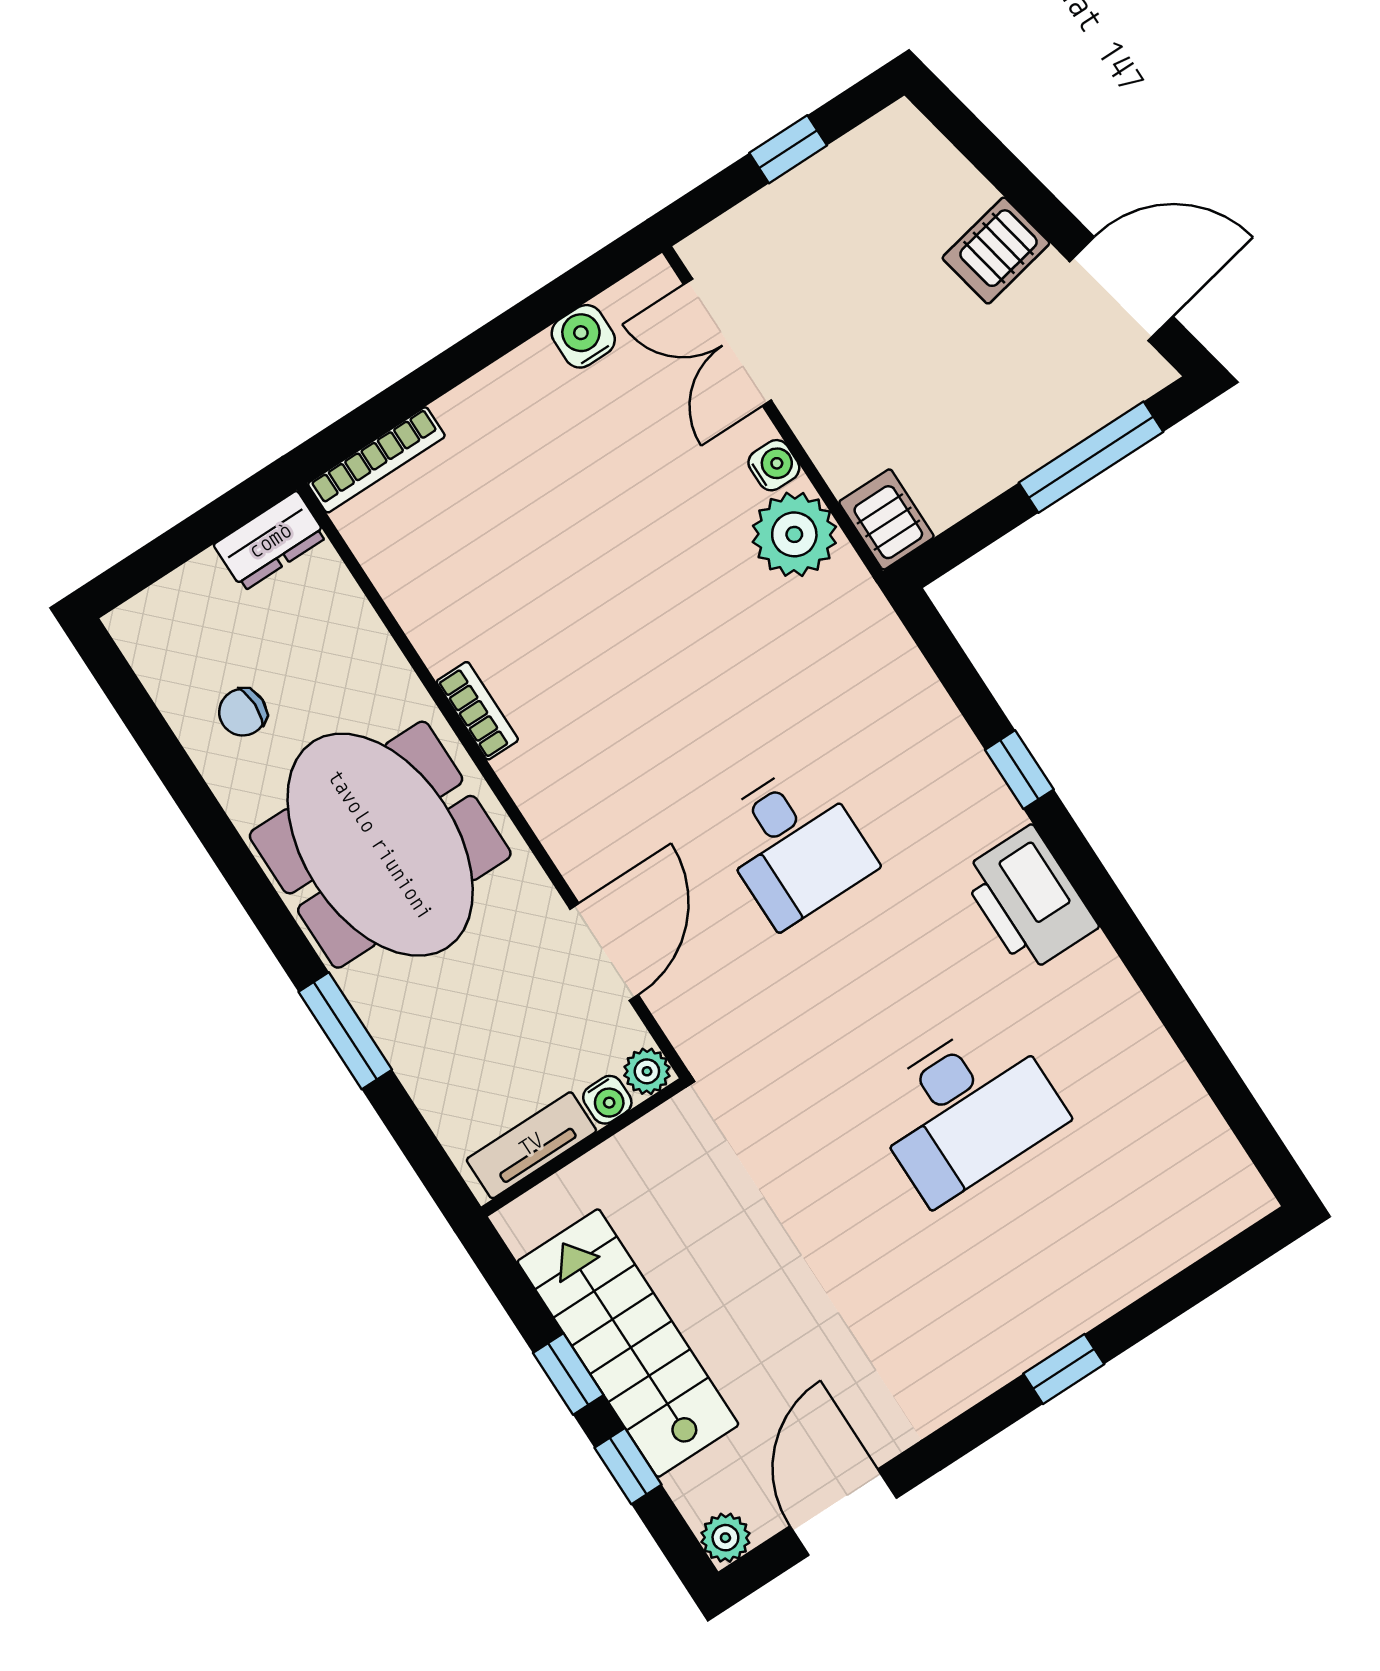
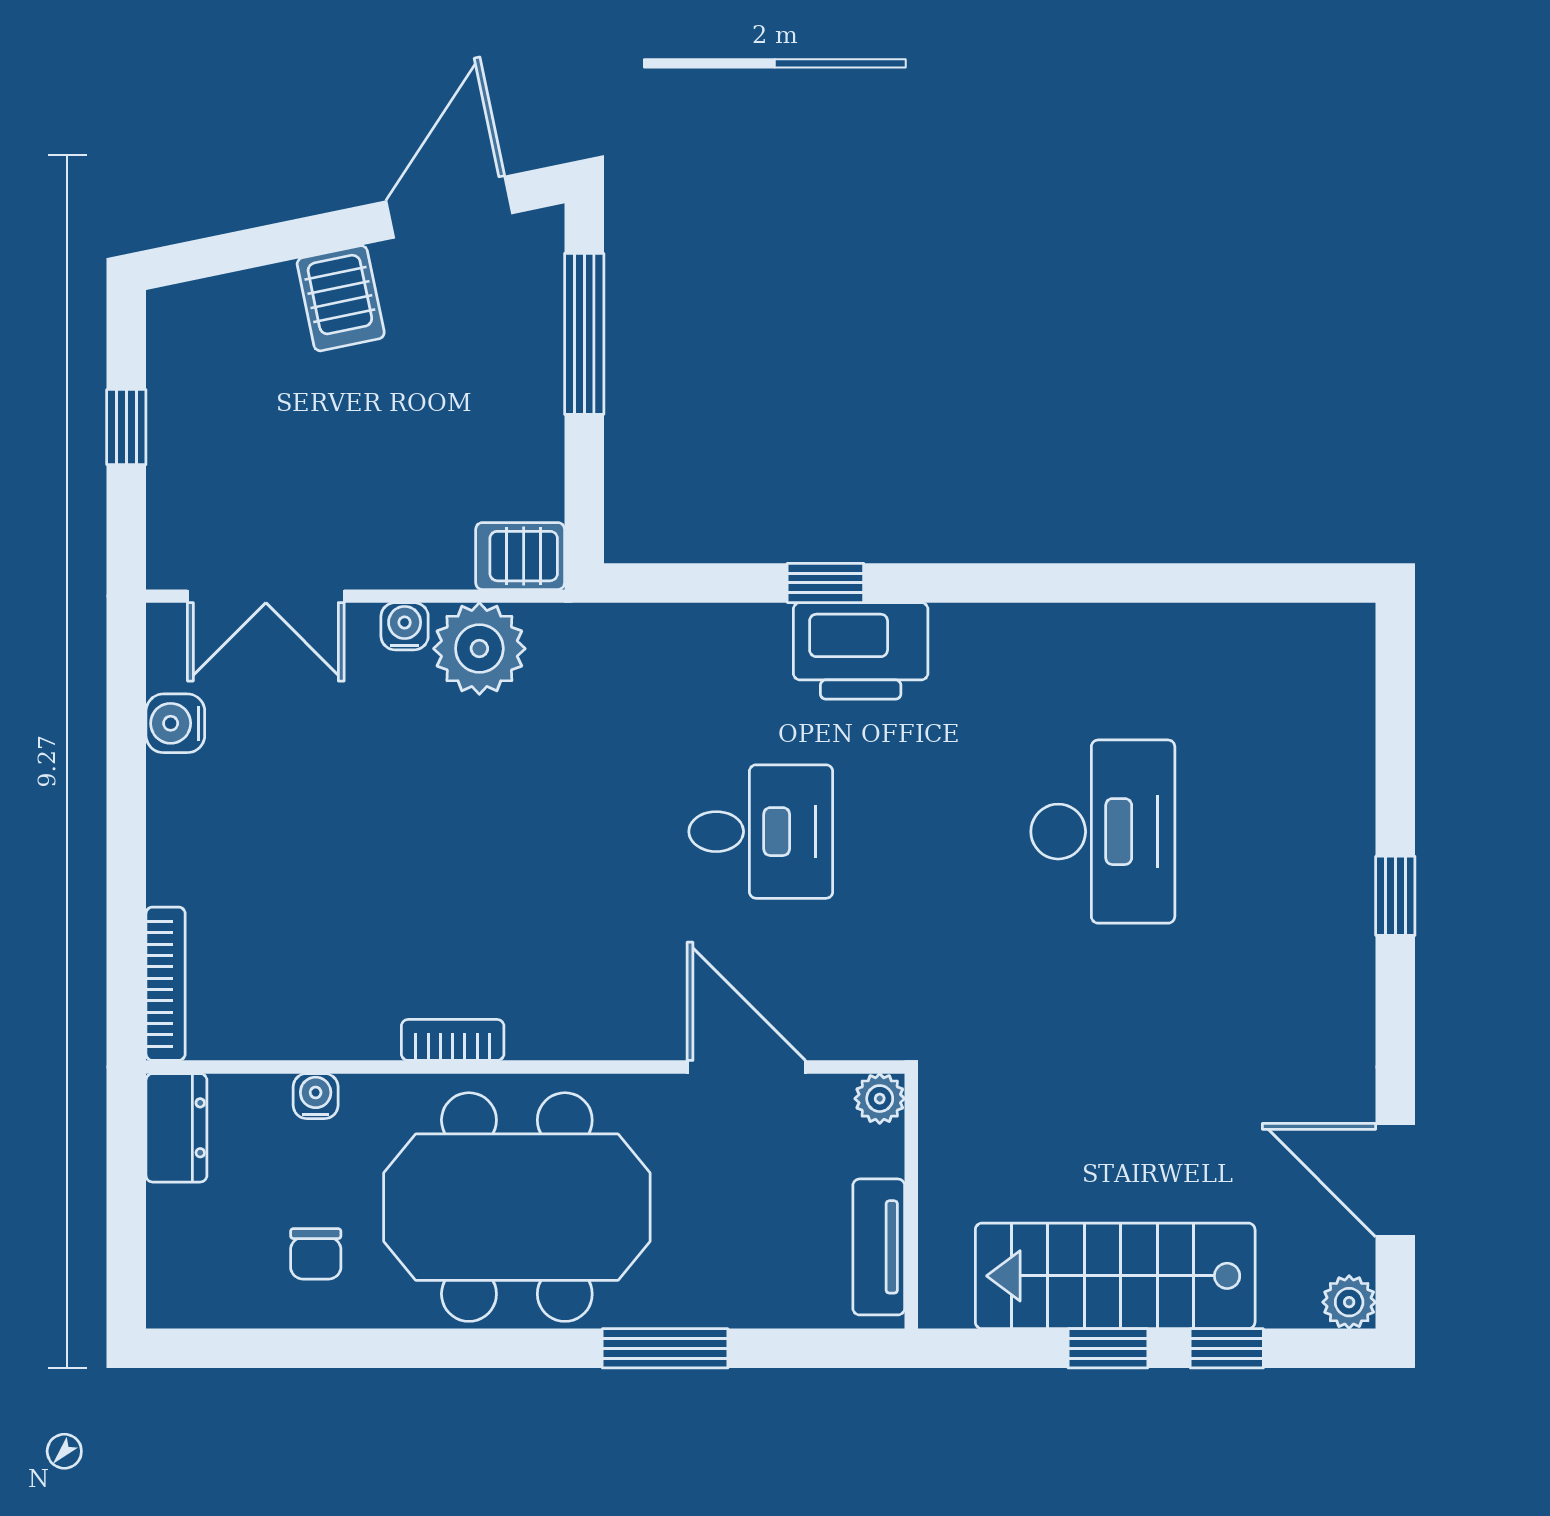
printer: (1029, 899) -> (861, 651), moved
water cooler: (607, 1100) -> (316, 1096), moved, turned -90

